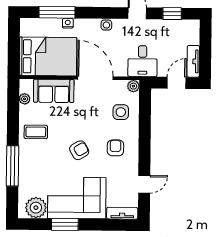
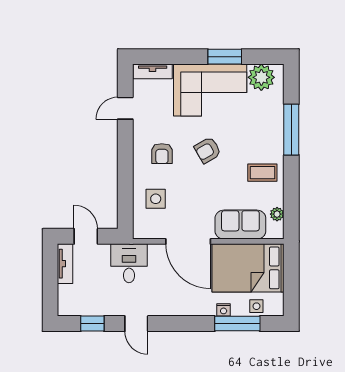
side table: (106, 25) -> (256, 306), moved
door: (177, 83) -> (86, 236), swing flipped
plant: (133, 86) -> (140, 232), removed

